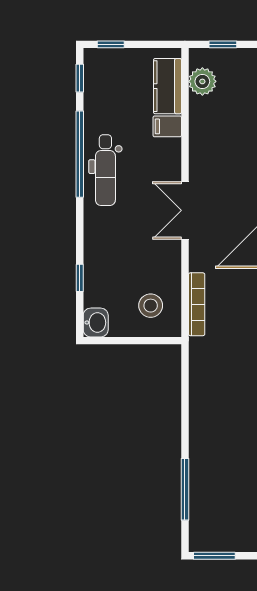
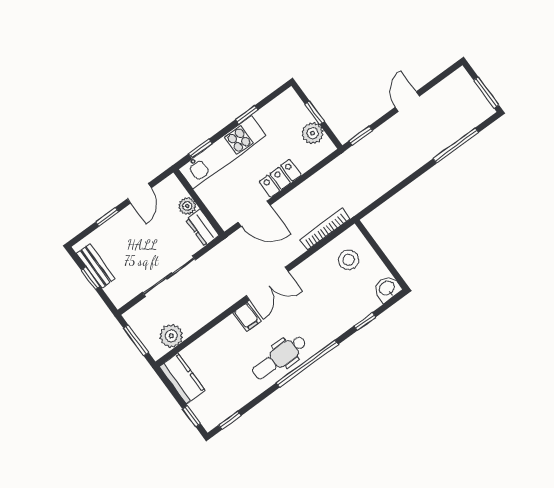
window: (223, 44) -> (136, 340), width x1.50
kitchen counter: (167, 86) -> (182, 378), moved, turned -90
filing cabinet: (167, 126) -> (247, 317), moved
window: (80, 154) -> (307, 364), moved
dental chair: (105, 170) -> (279, 357), turned 180

